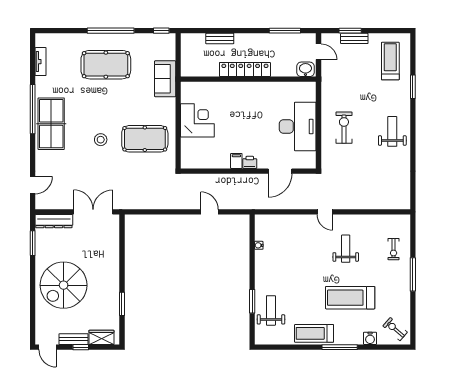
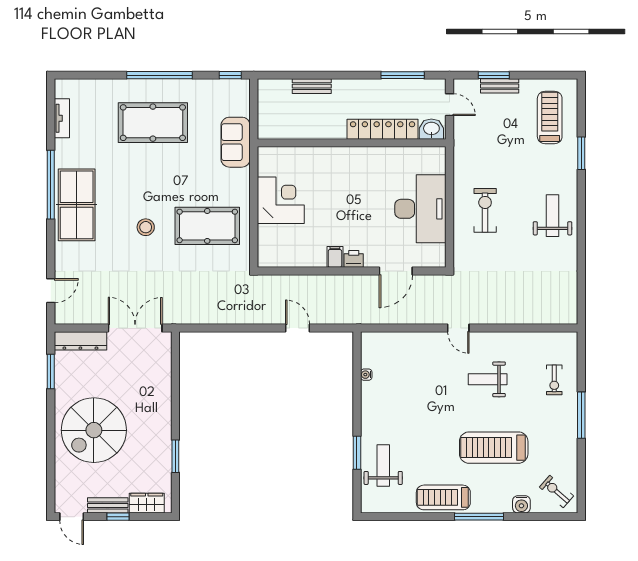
locker: (245, 69) -> (383, 129), moved
weight bench: (346, 249) -> (488, 379), turned -90

